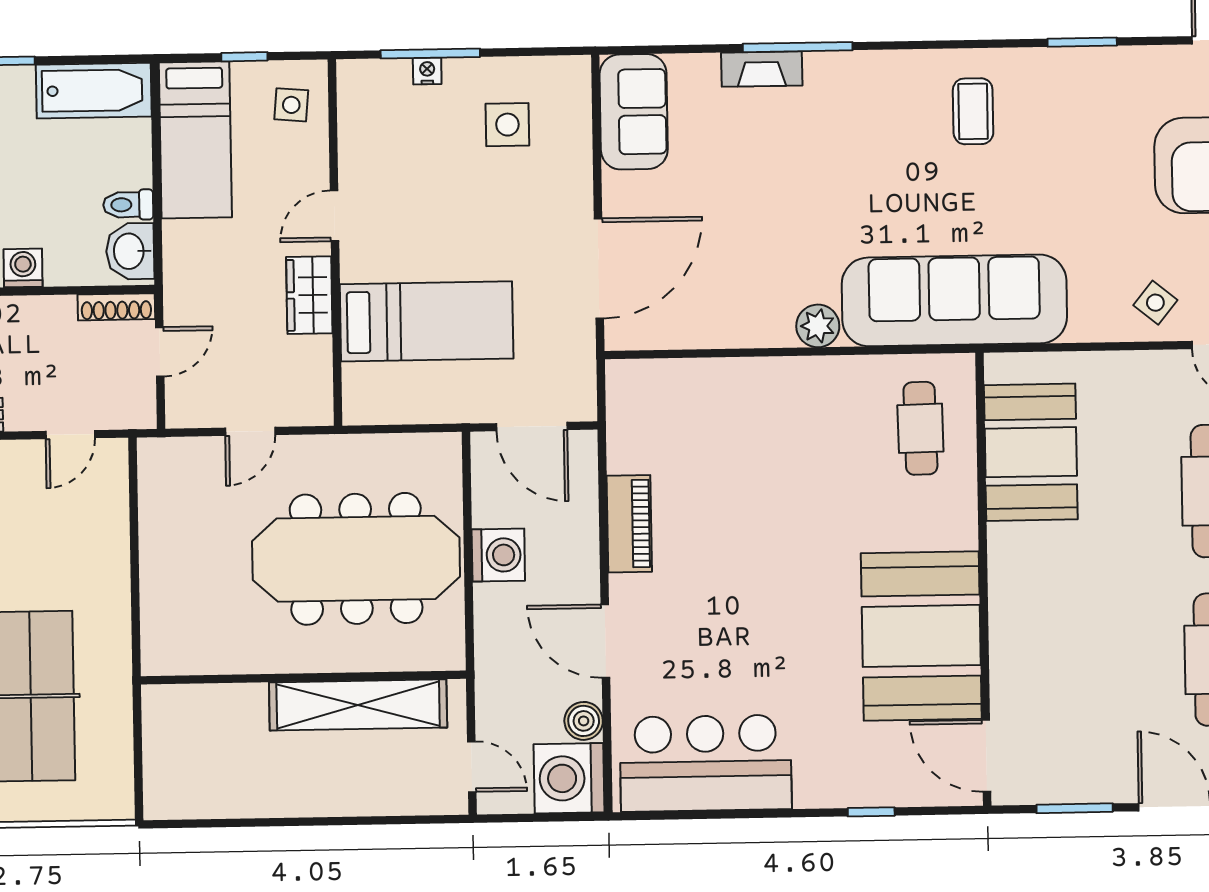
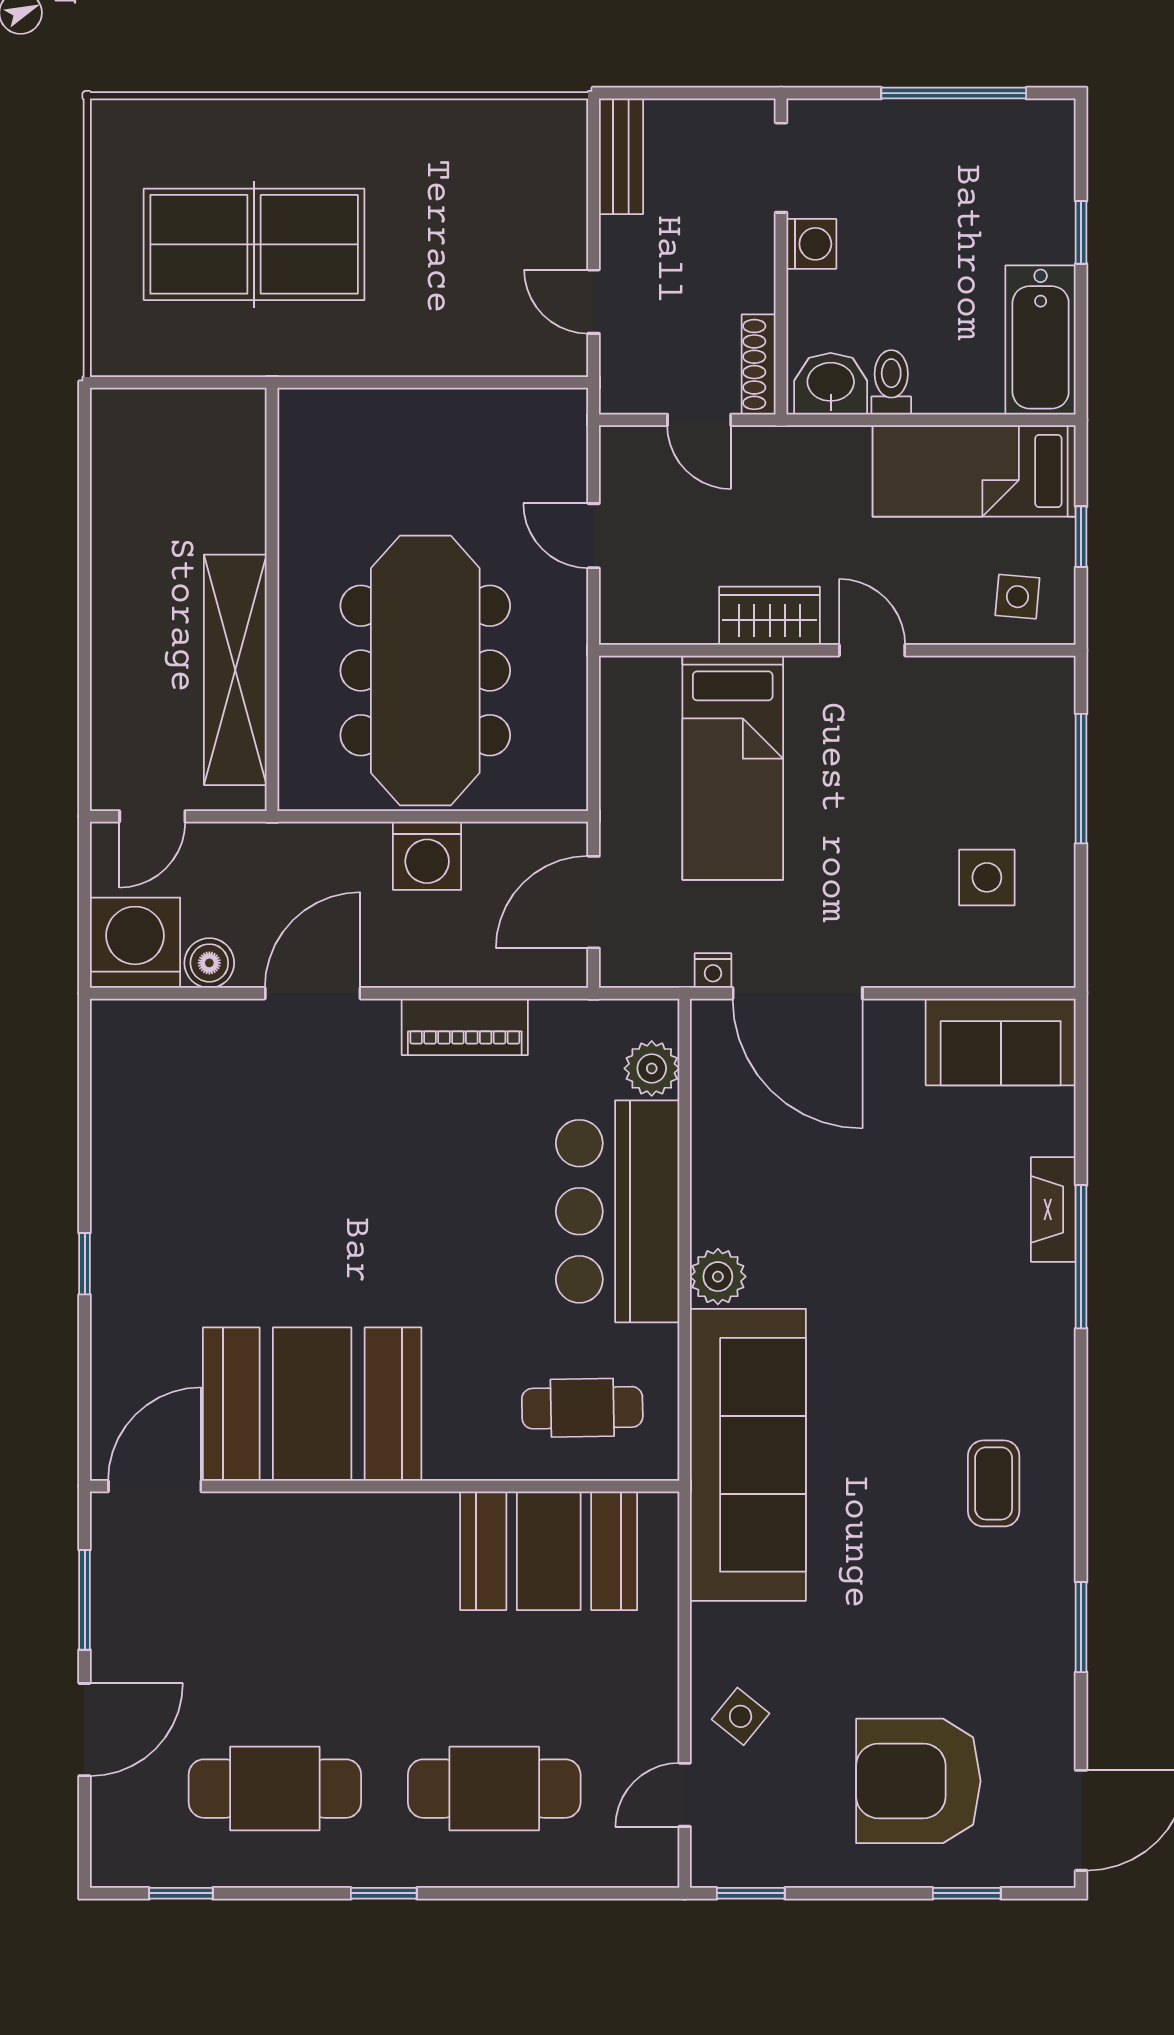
nightstand: (427, 71) -> (713, 971), moved, turned 90
coffee table: (973, 111) -> (994, 1483), turned 90
plant: (659, 380) -> (652, 1068), added
bar counter: (706, 763) -> (618, 1211), moved, turned 180
window: (871, 812) -> (85, 1264), moved

